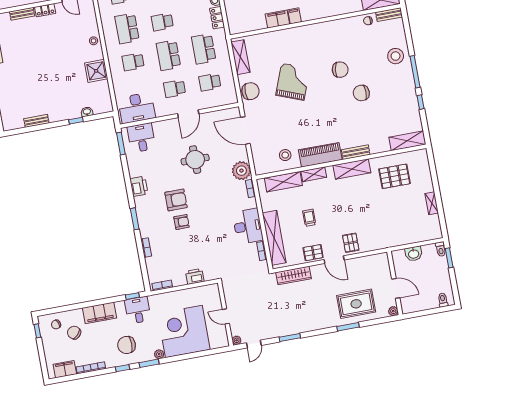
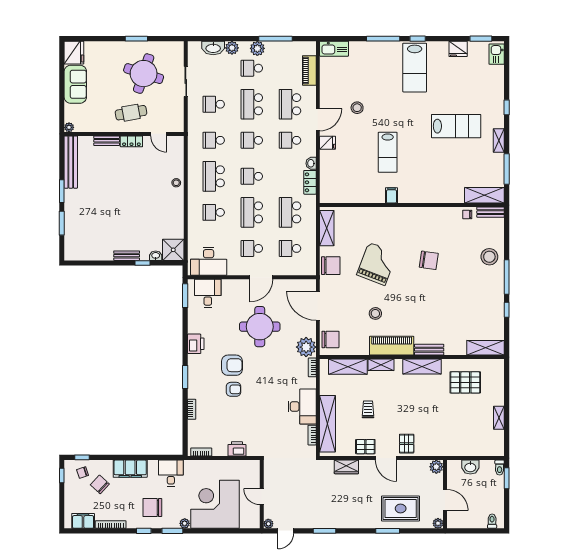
filing cabinet: (277, 19) -> (373, 195), removed
shower: (96, 71) -> (173, 250), moved
chair: (361, 93) -> (330, 339), moved, turned 180
bench: (36, 121) -> (127, 256), moved
stool: (285, 155) -> (375, 313), moved
round table: (195, 160) -> (260, 327), width x1.36, depth x1.36
plant: (382, 259) -> (436, 467), added
wardrobe: (294, 276) -> (346, 467), width x0.67
window: (132, 296) -> (82, 457), moved

